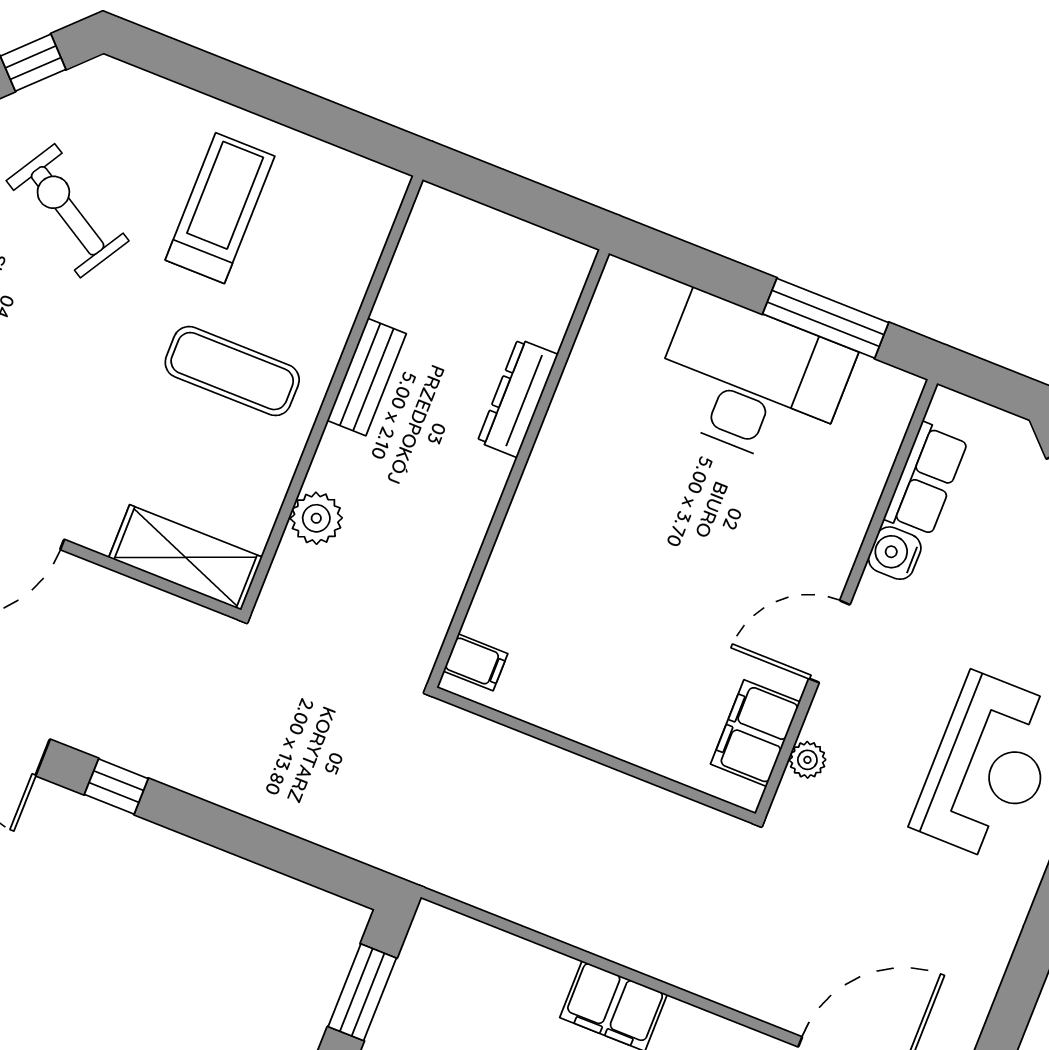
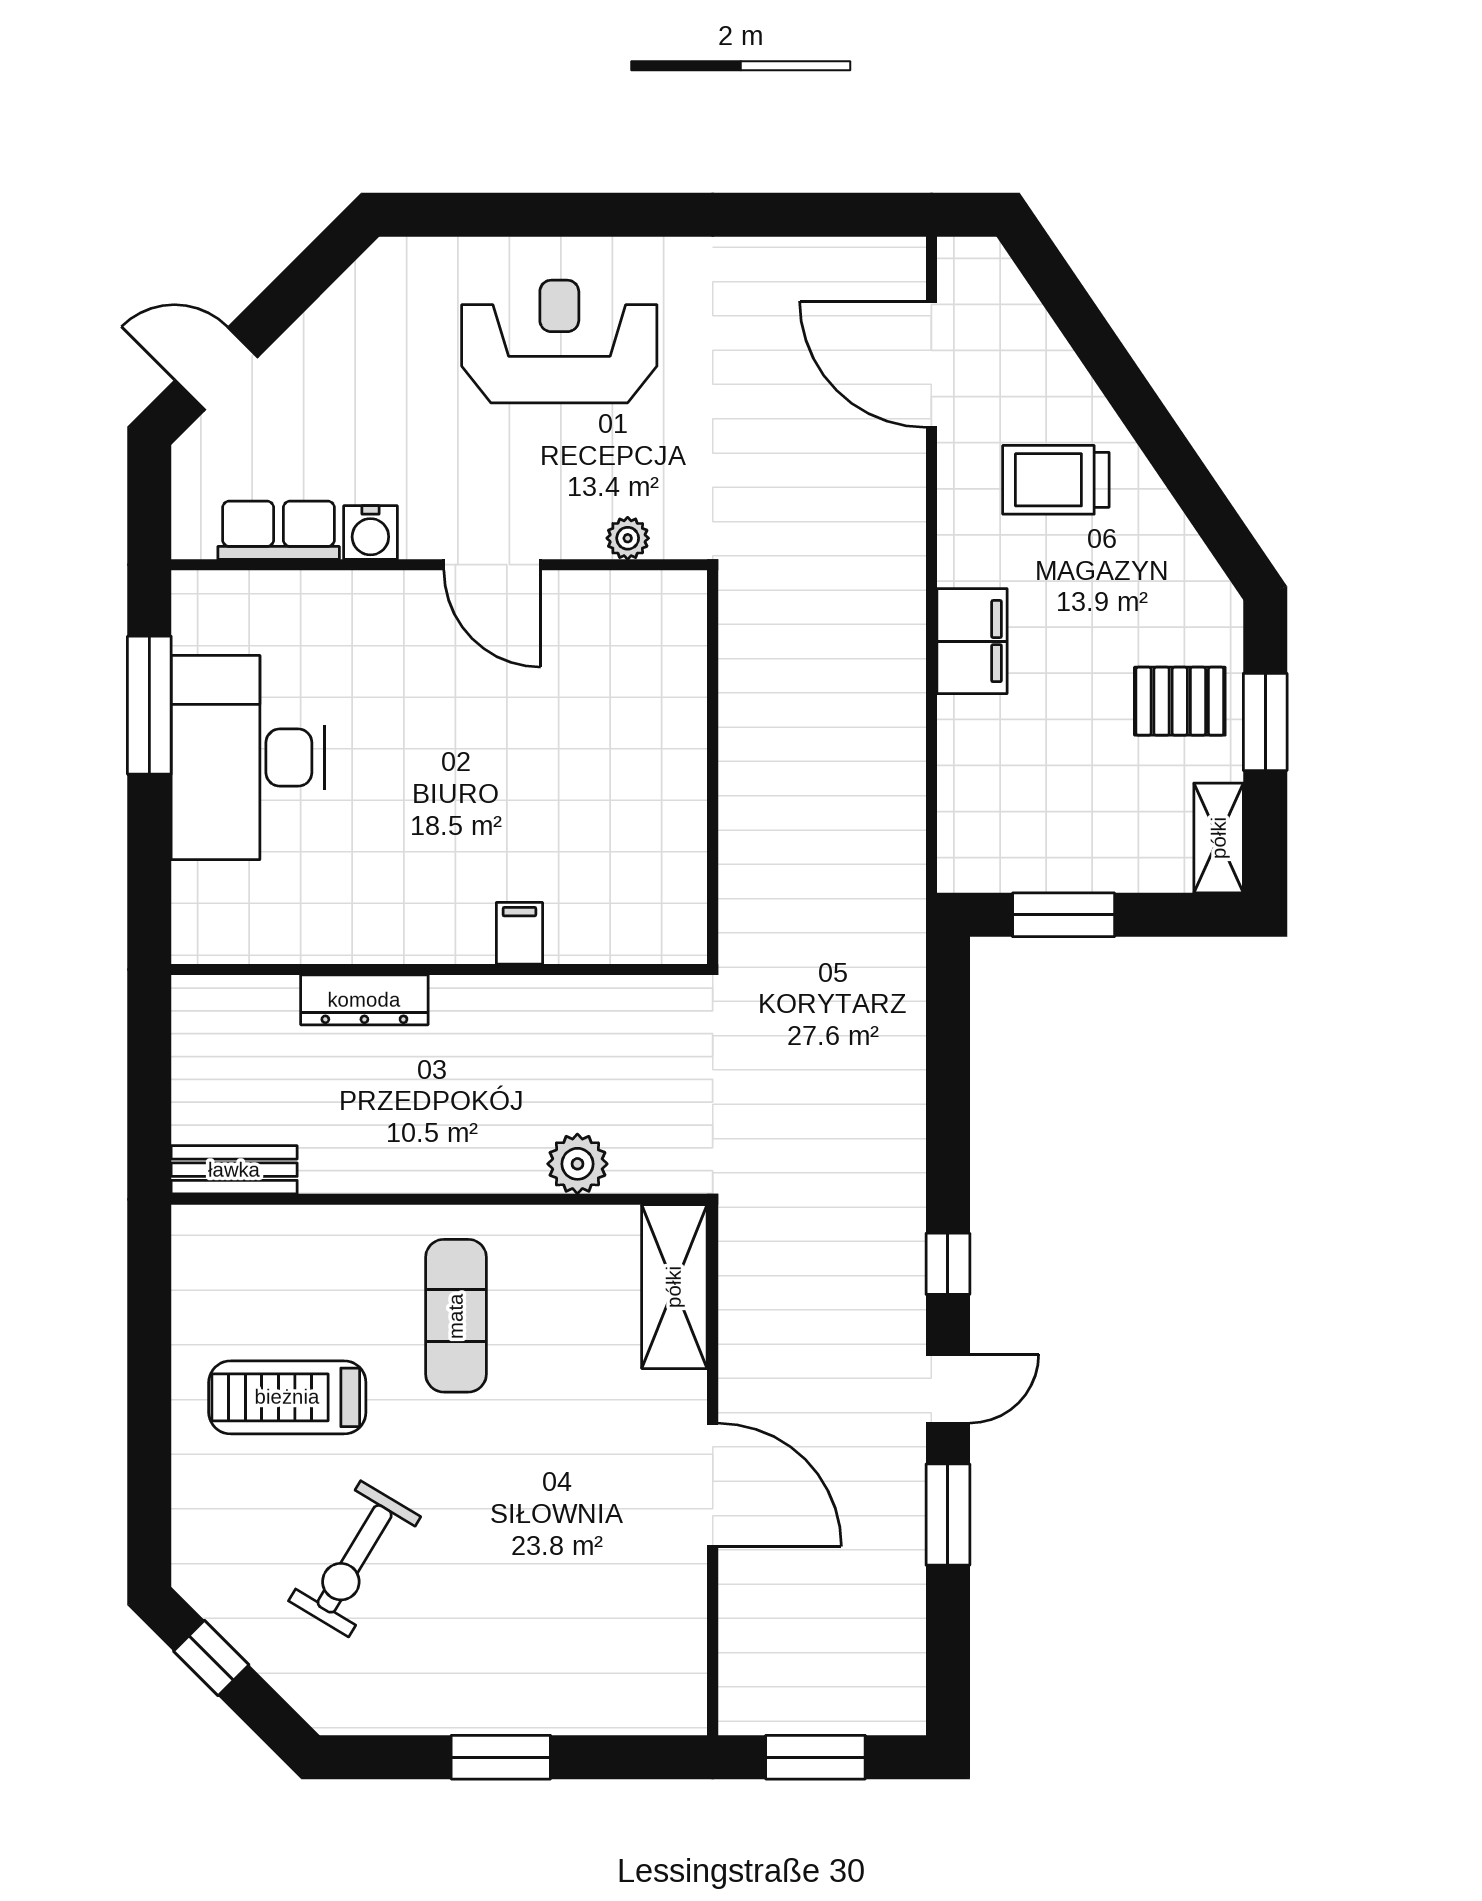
bench: (367, 377) -> (234, 1170), moved
filing cabinet: (476, 662) -> (519, 933), moved
filing cabinet: (755, 733) -> (621, 605), removed

